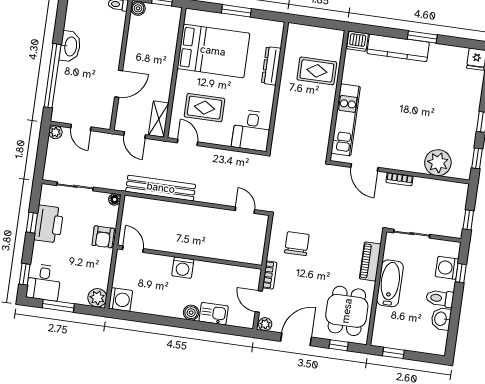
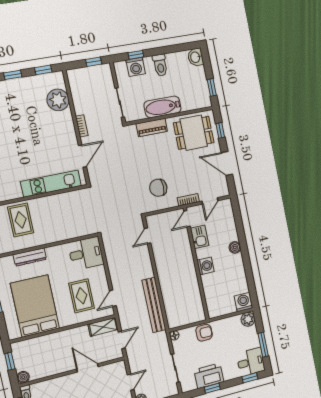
door: (133, 249) -> (187, 219), moved
kitchen sink: (214, 314) -> (200, 237), moved, turned 180
washbasin: (441, 319) -> (196, 57), moved, turned 90
plant: (265, 324) -> (224, 190), removed

